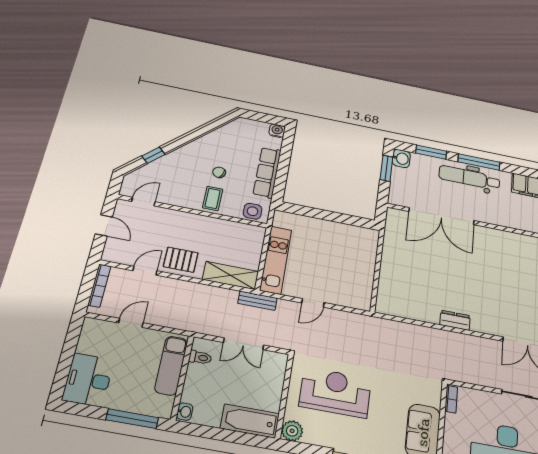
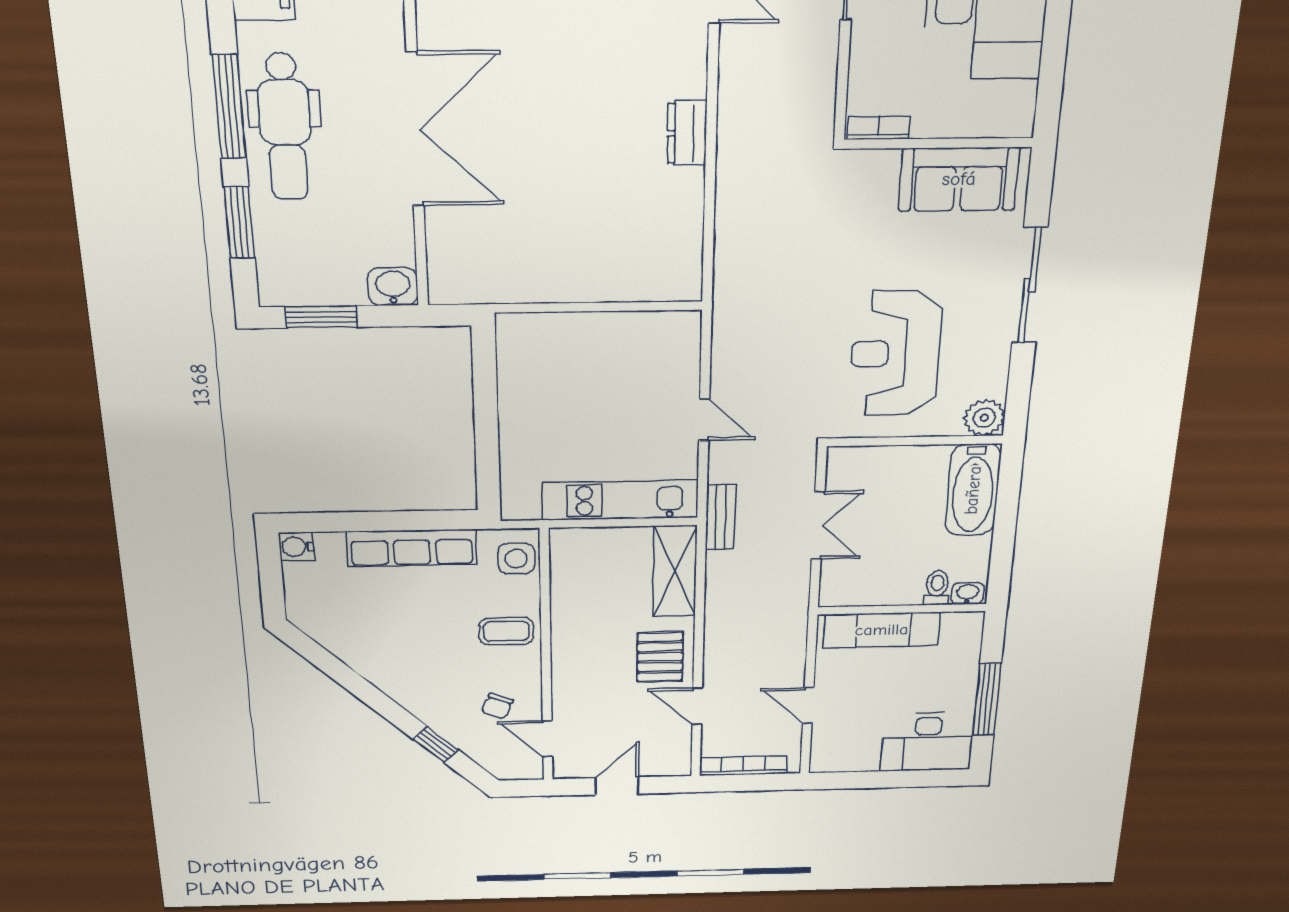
washbasin: (401, 158) -> (393, 287), moved
chair: (219, 172) -> (497, 706), moved
double door: (441, 216) -> (415, 130), moved
toilet: (200, 357) -> (937, 588), moved
window: (132, 419) -> (987, 700), moved

